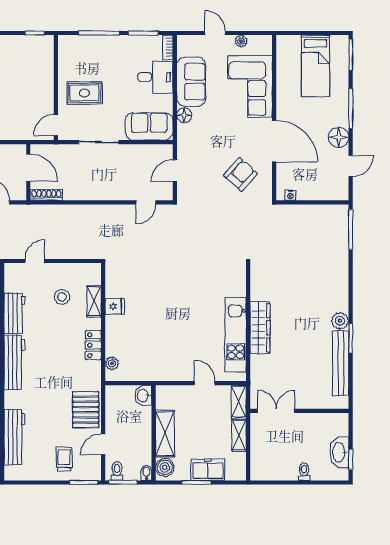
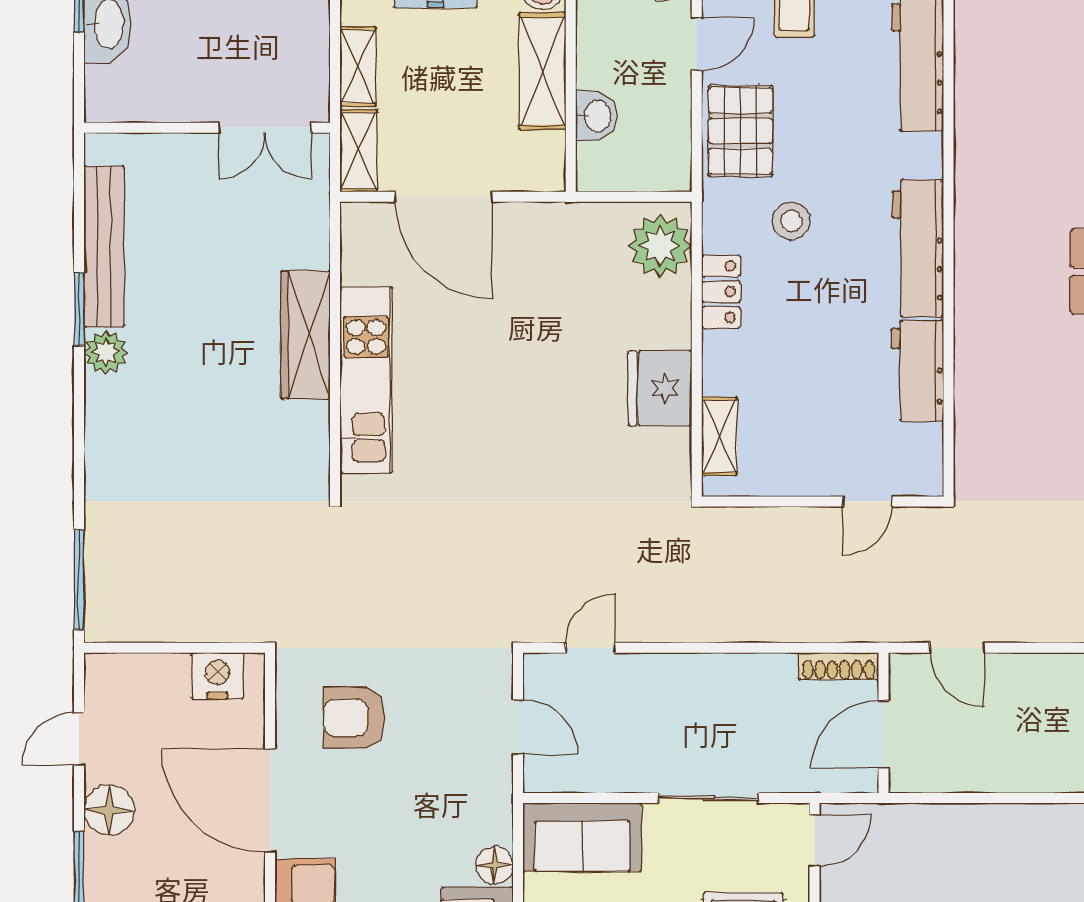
door: (28, 168) -> (884, 735), hinge flipped
door: (175, 171) -> (518, 727), hinge flipped
armchair: (240, 174) -> (354, 718), turned 48
nightstand: (290, 195) -> (217, 676), width x1.89, depth x1.79
stool: (62, 297) -> (791, 221), moved
shelving: (94, 301) -> (719, 436), moved
fridge: (115, 306) -> (660, 388), width x1.88, depth x1.34
kitchen unit: (236, 335) -> (366, 380), moved
plant: (112, 363) -> (660, 246), width x1.88, depth x1.88
door: (205, 383) -> (443, 197), width x1.88
washbasin: (143, 396) -> (597, 116), moved

